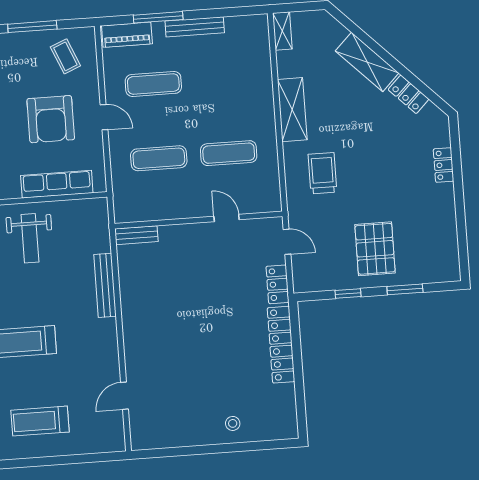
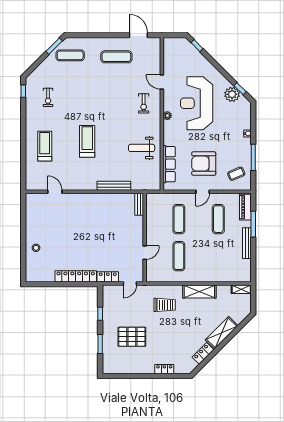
pallet: (375, 249) -> (132, 337), moved

